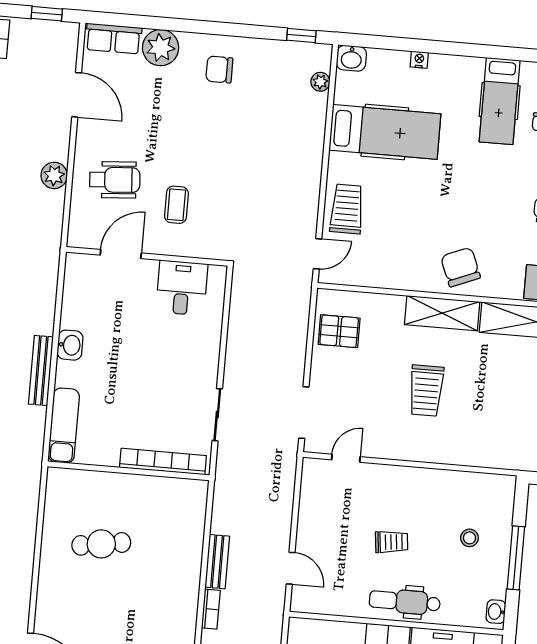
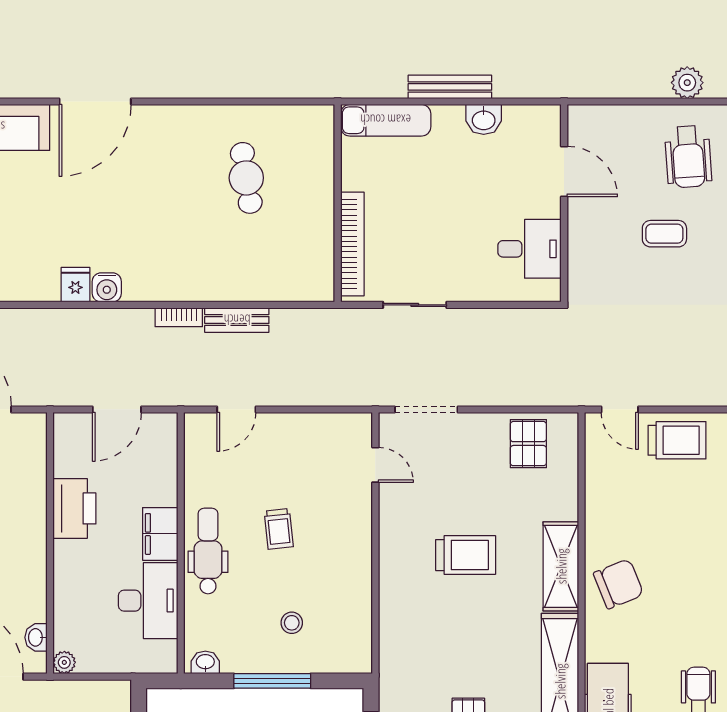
door: (121, 254) -> (564, 171), moved
wall: (147, 256) -> (564, 203), moved
desk: (182, 288) -> (530, 249), moved
trolley: (426, 390) -> (466, 555), turned 180

